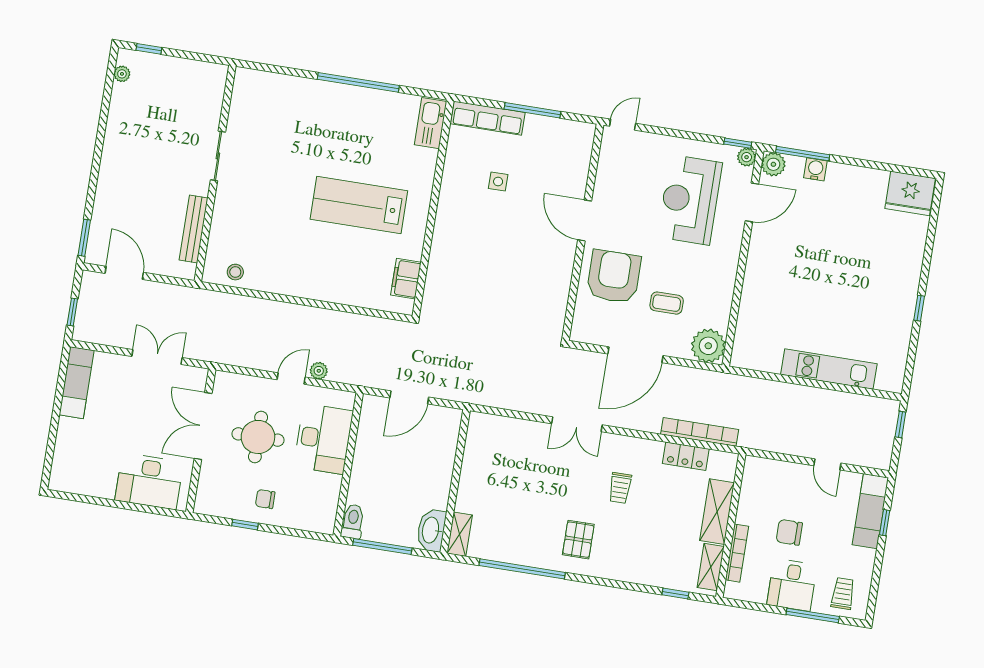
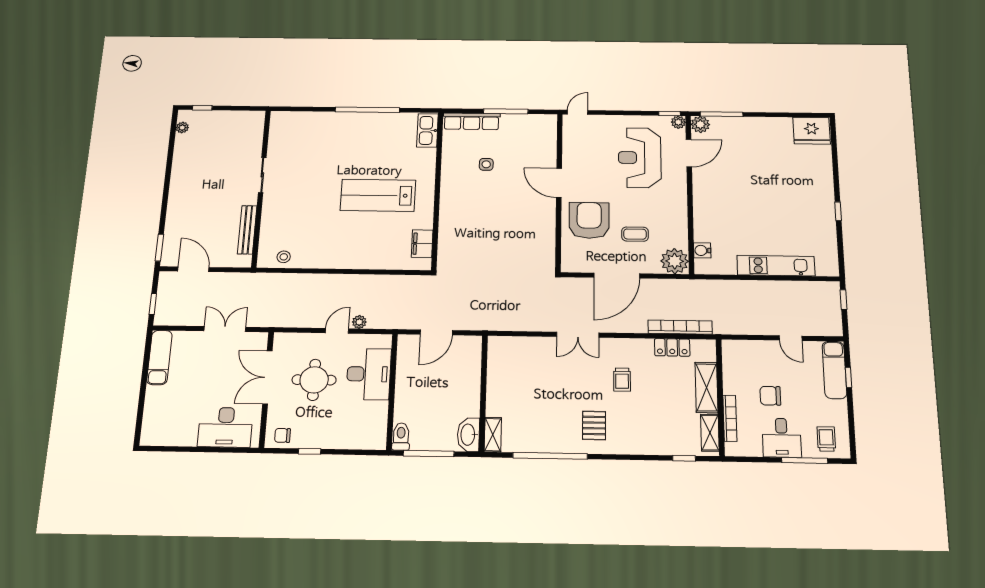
water cooler: (815, 169) -> (702, 250), moved, turned -90
chair: (265, 499) -> (282, 435), moved

